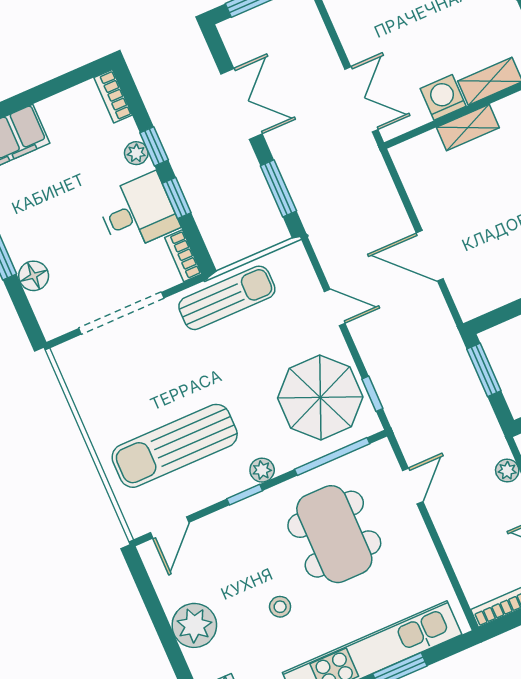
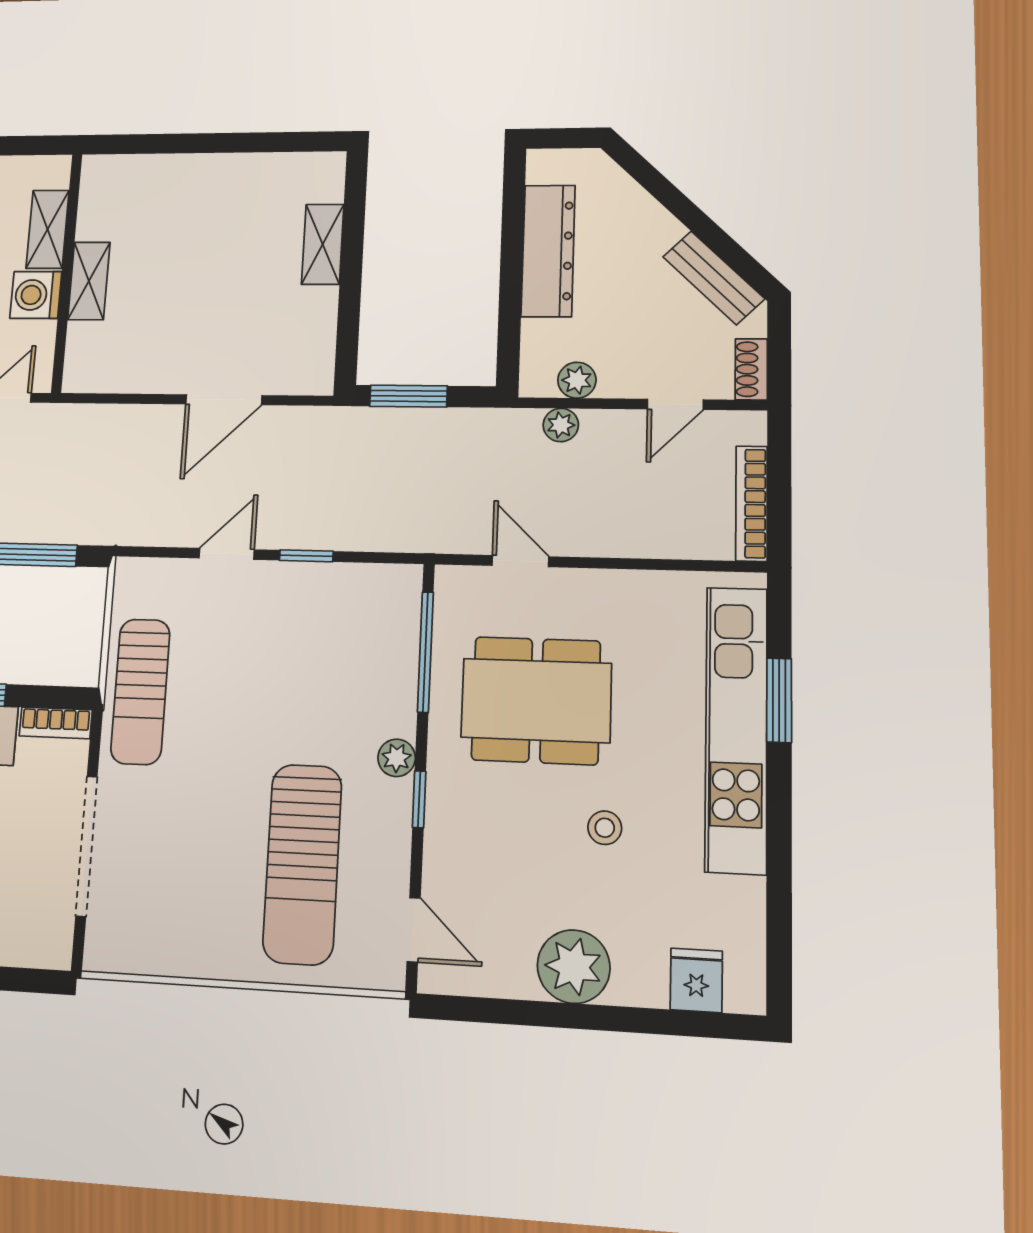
sun lounger: (227, 298) -> (140, 691), turned 180
window: (372, 394) -> (306, 556), moved
parasol: (320, 398) -> (337, 630), removed

